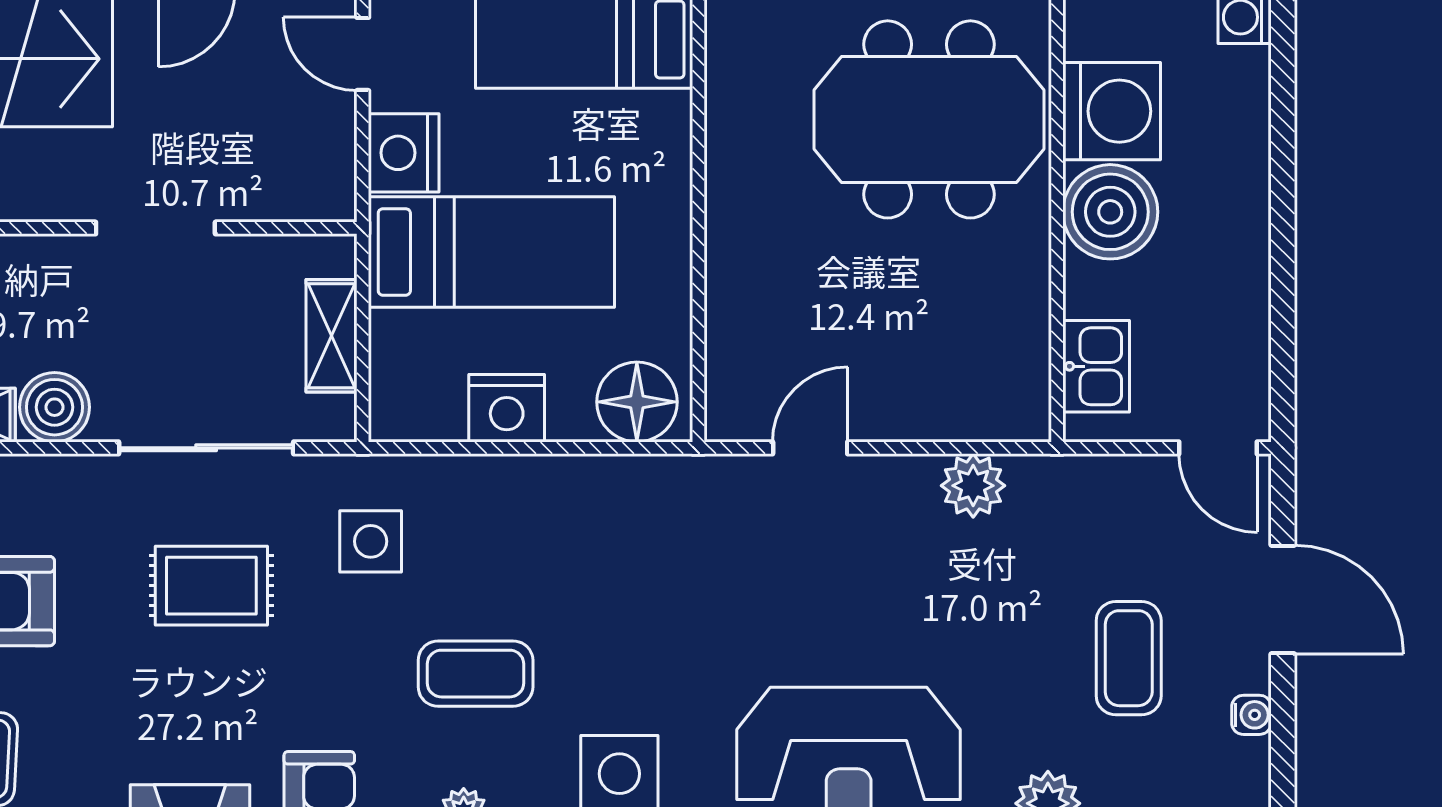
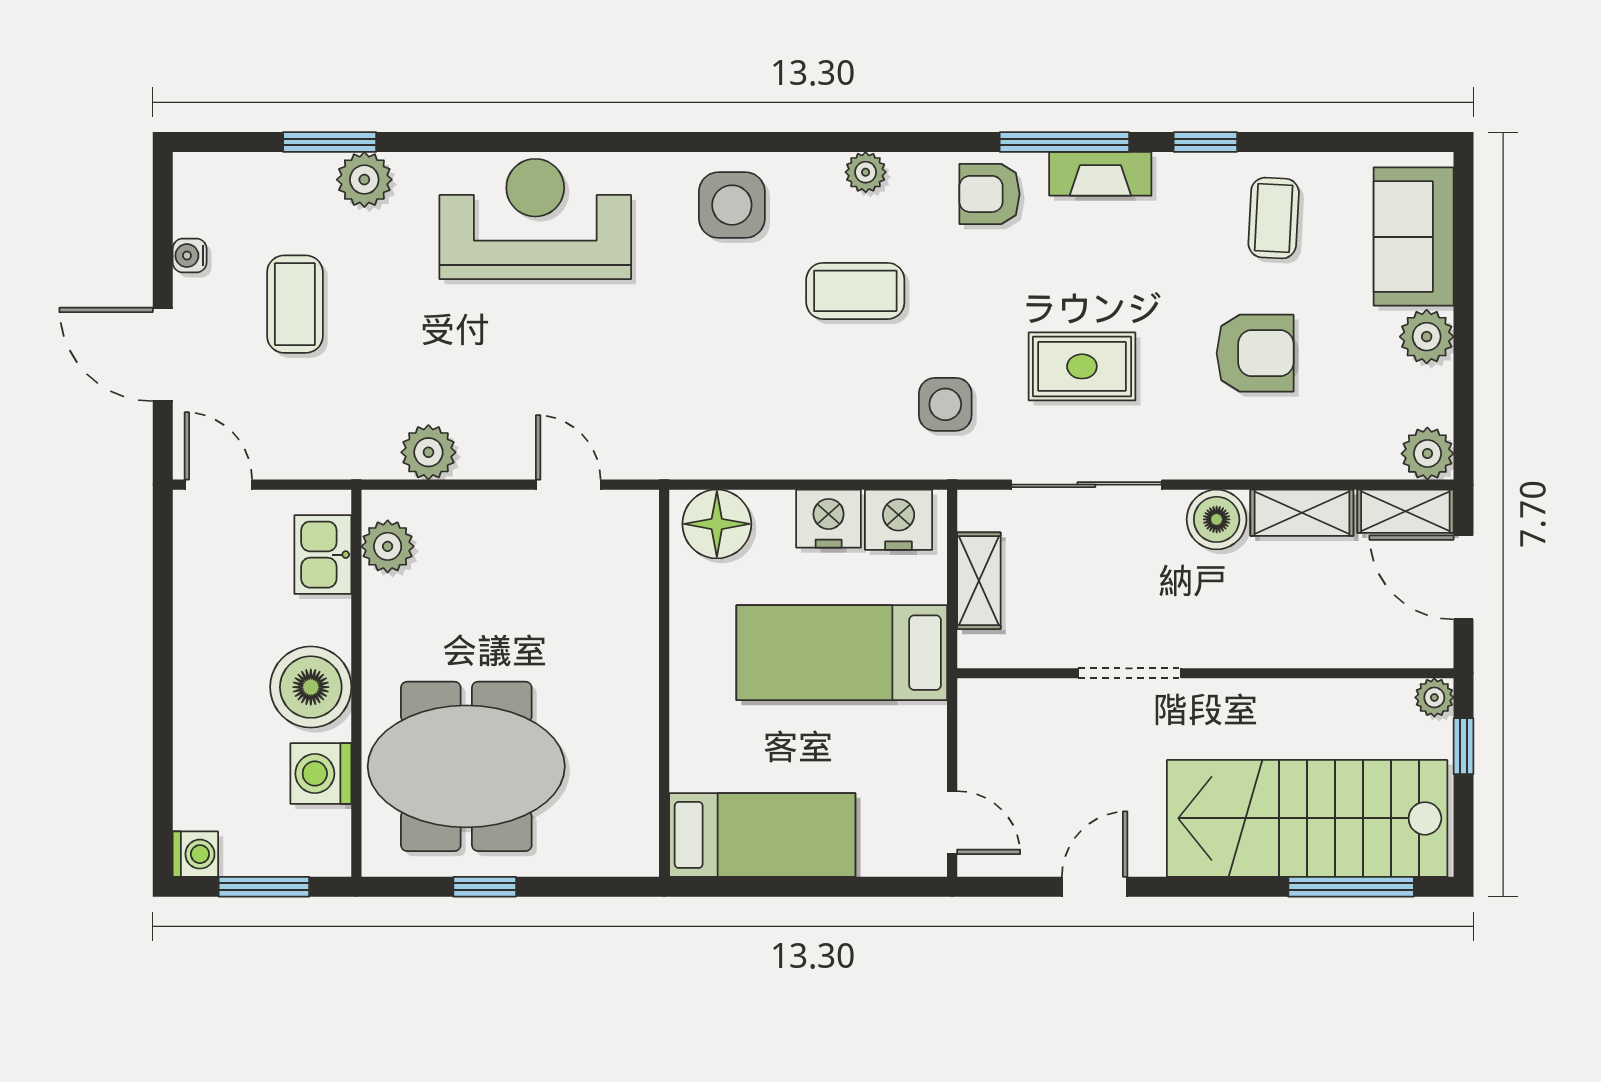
washing machine: (1112, 111) -> (321, 774), width x0.73, depth x0.73
nightstand: (404, 153) -> (899, 520), moved, turned -90
plant: (1021, 376) -> (388, 546), added
door: (810, 448) -> (568, 485), swing flipped

